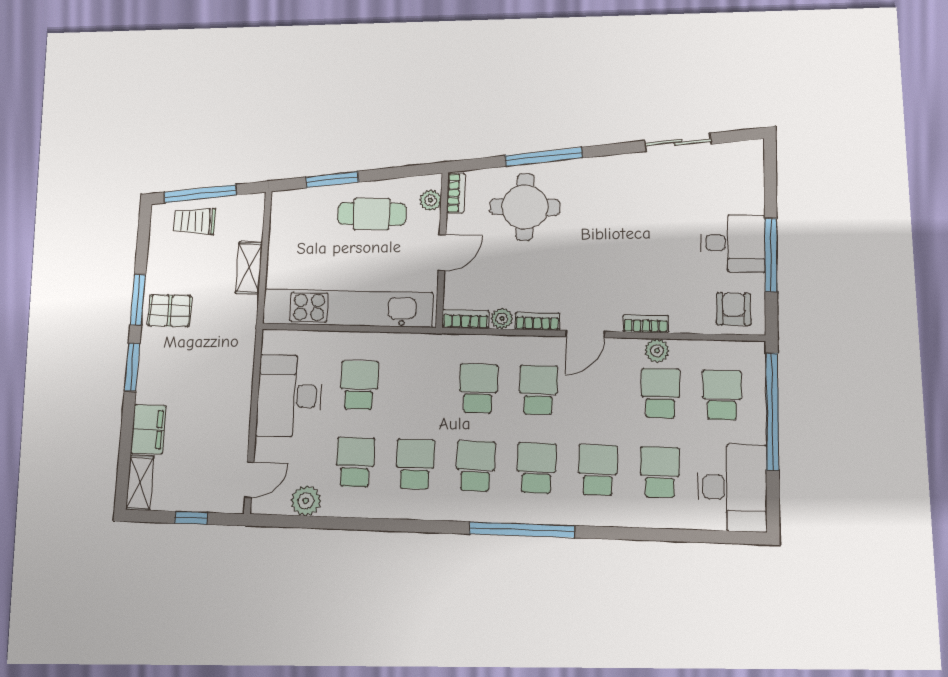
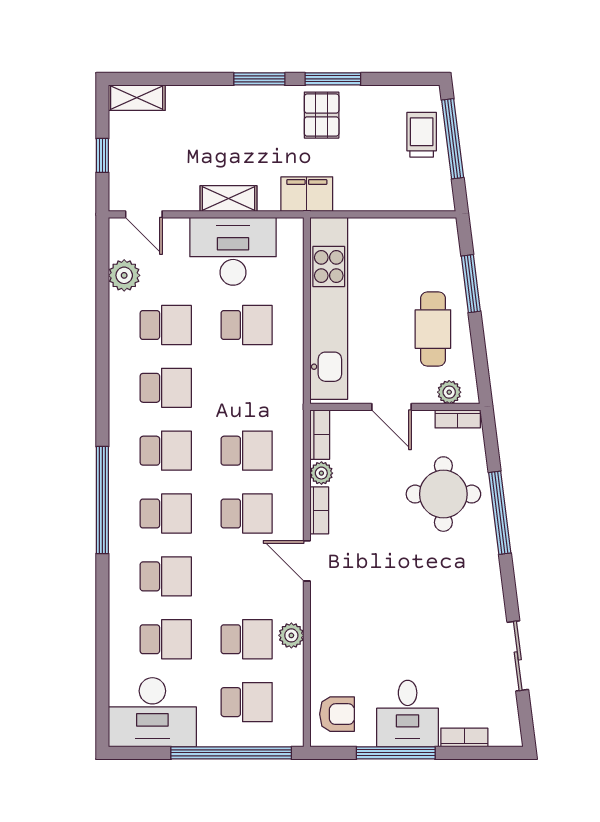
shelving: (249, 268) -> (228, 199), moved
bookcase: (646, 324) -> (464, 737), moved, turned -90
filing cabinet: (148, 429) -> (307, 194), moved, turned 180

